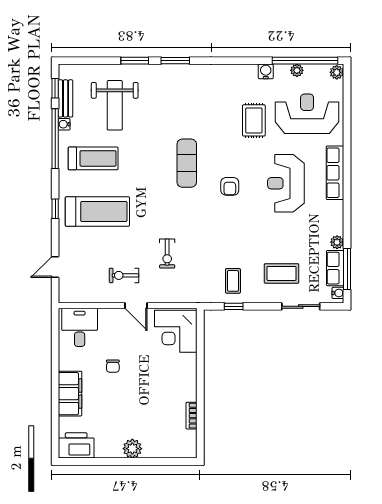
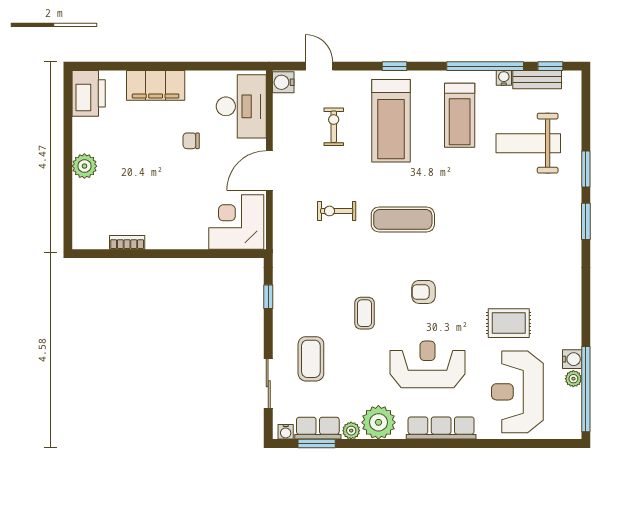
water cooler: (266, 71) -> (572, 359), moved
plant: (337, 72) -> (378, 422), moved, width x1.88, depth x1.88
reception desk: (307, 114) -> (517, 392), turned 180
exercise mat: (187, 163) -> (403, 219), moved
window: (347, 269) -> (317, 443), width x0.69
exercise bike: (124, 275) -> (334, 127), moved
coffee table: (233, 281) -> (365, 313), moved, turned 90
water cooler: (68, 295) -> (283, 82), added
door: (136, 306) -> (269, 171), width x1.38
desk: (80, 327) -> (241, 106), width x1.37

